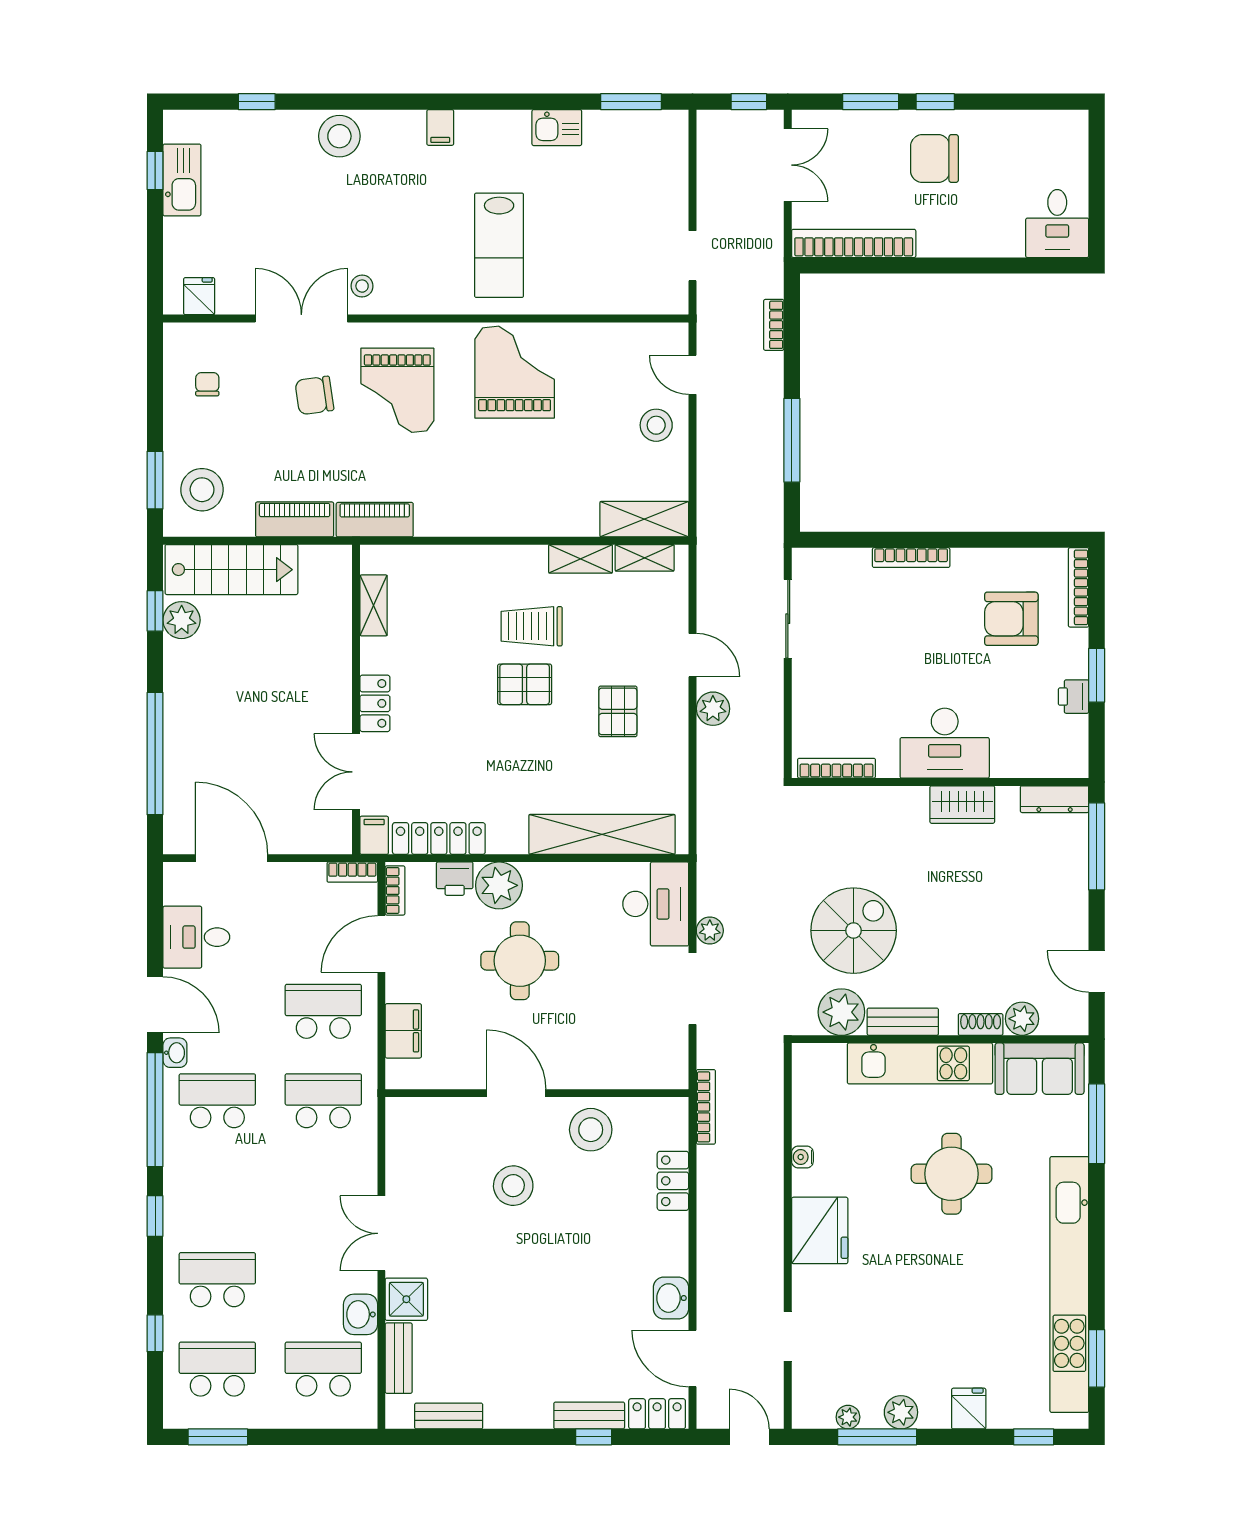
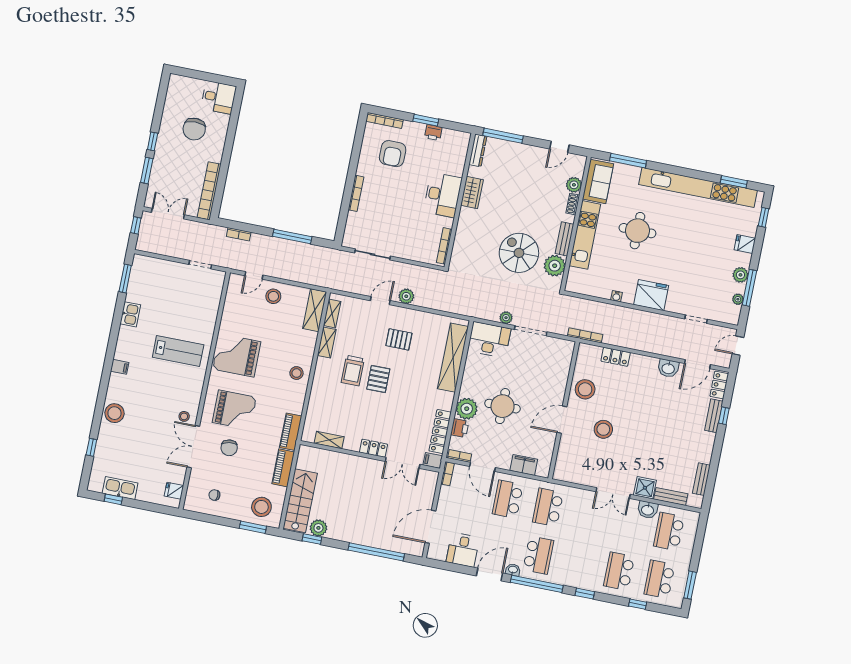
chair: (935, 159) -> (194, 129), moved
stool: (502, 507) -> (296, 373), added
school desk: (217, 1101) -> (538, 555), turned 180

